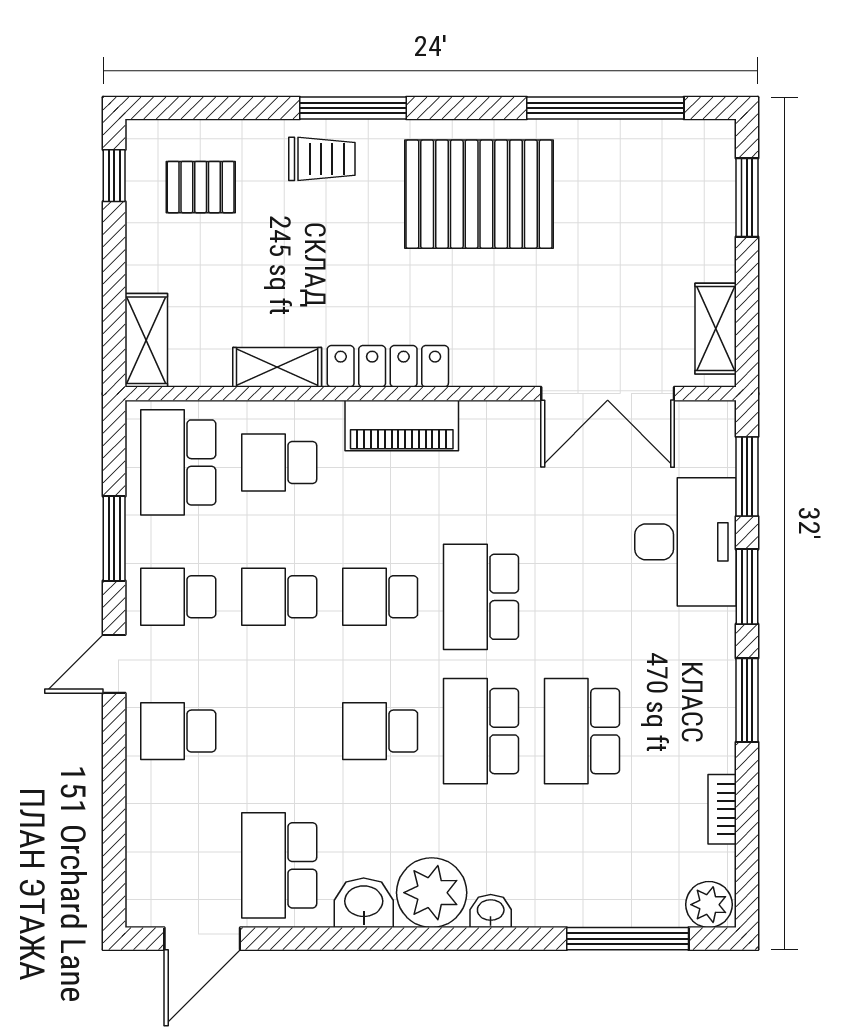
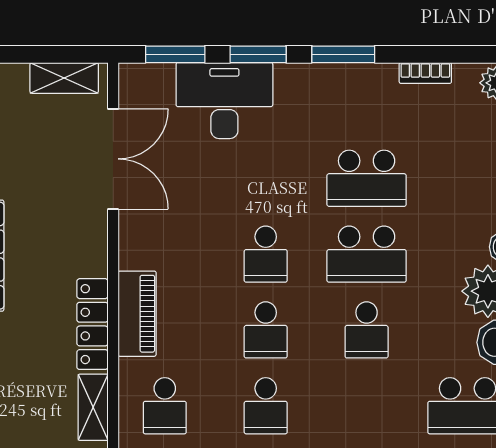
school desk: (481, 597) -> (266, 254), width x0.54

